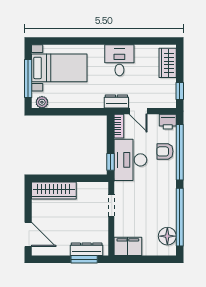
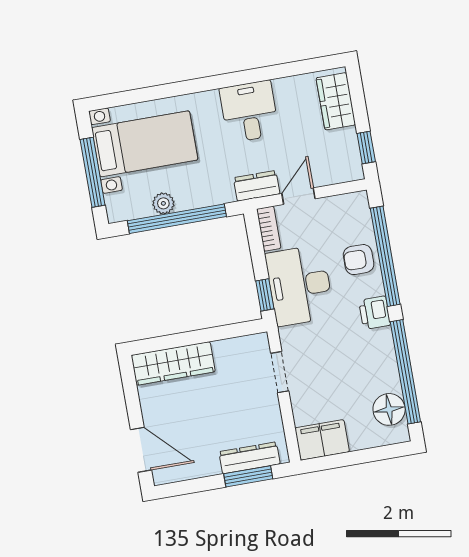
plant: (42, 102) -> (163, 203), moved
door: (138, 111) -> (298, 196), swing flipped
window: (70, 112) -> (177, 219), added
printer: (168, 122) -> (375, 313), moved, turned 90

